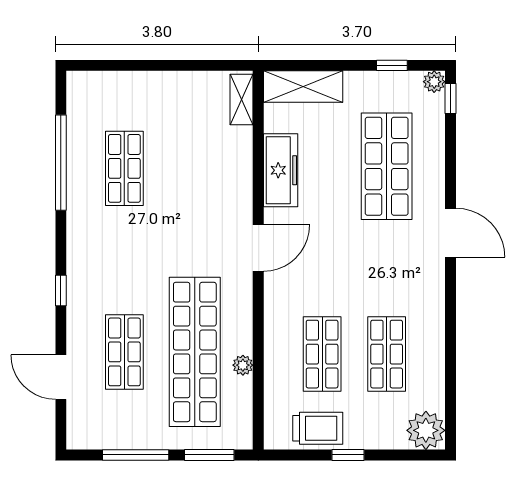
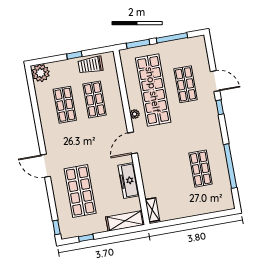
plant: (434, 82) -> (65, 234), removed
plant: (243, 365) -> (135, 114), moved
door: (61, 377) -> (215, 81), moved

